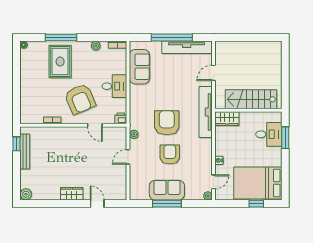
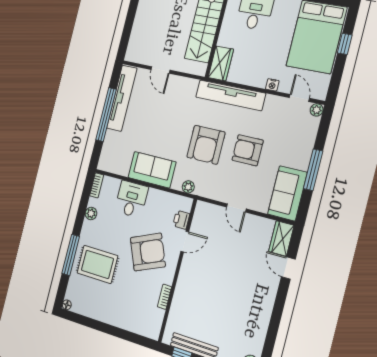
sofa: (139, 67) -> (152, 170), moved
desk: (114, 86) -> (131, 199), moved
tv unit: (206, 112) -> (230, 95), moved
printer: (121, 118) -> (181, 220), moved
armchair: (167, 123) -> (206, 145), turned -90
plant: (134, 134) -> (188, 187), moved
sofa: (167, 190) -> (287, 193), moved
wardrobe: (72, 194) -> (281, 238), moved
door: (97, 204) -> (288, 268), hinge flipped

